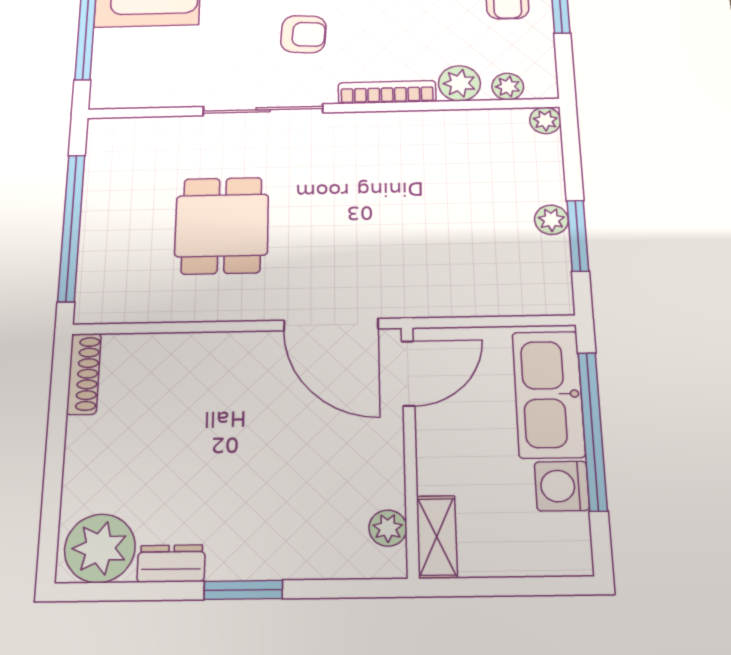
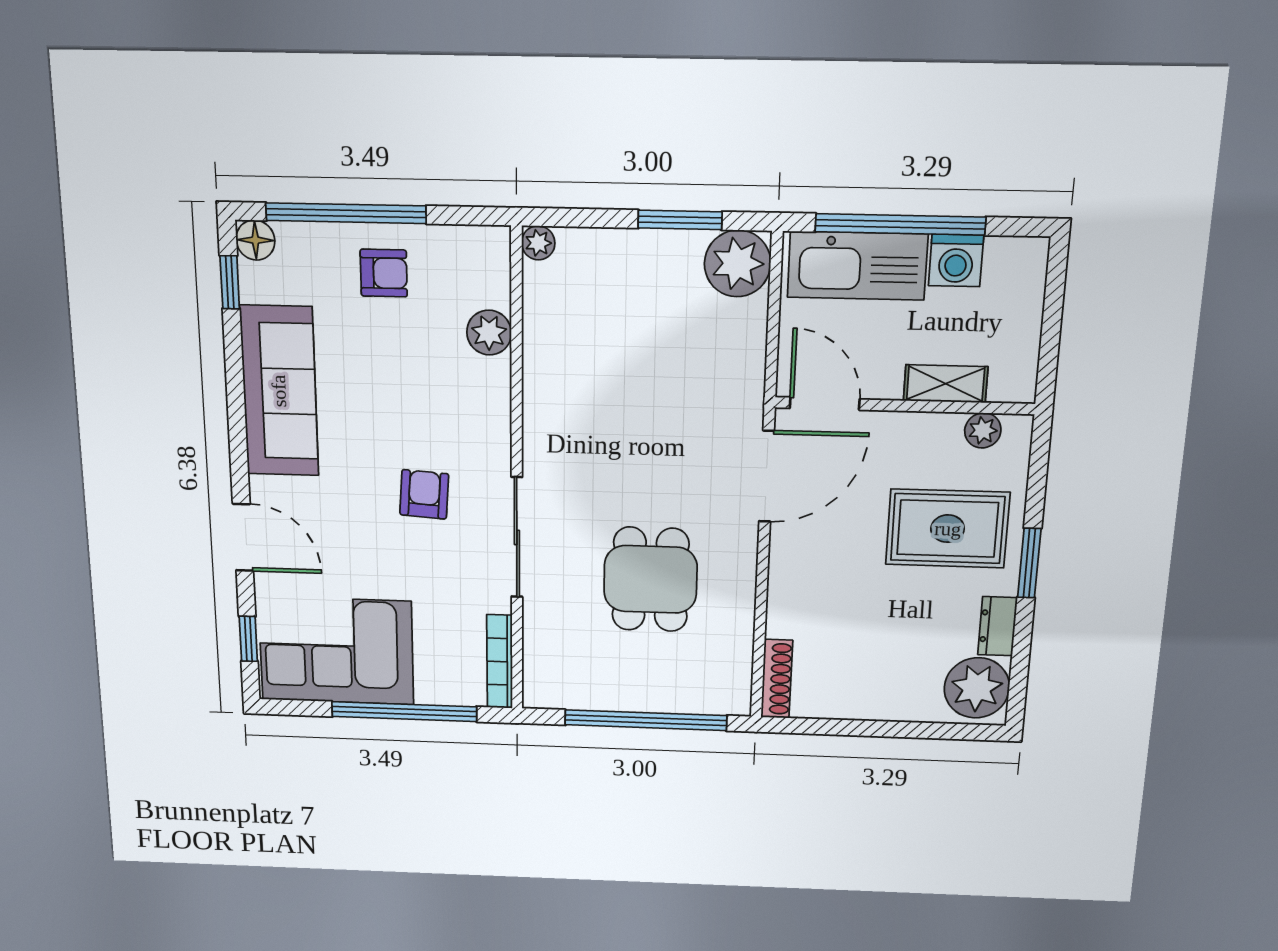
plant: (508, 87) -> (494, 281), removed
bookcase: (387, 92) -> (500, 662), moved
plant: (551, 220) -> (738, 264), moved, width x1.88, depth x1.88
dining table: (222, 225) -> (650, 579), turned 90
shoe rack: (84, 374) -> (777, 679), moved, turned 90
rug: (280, 502) -> (948, 529), added
shelving: (437, 537) -> (946, 384), moved

